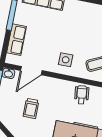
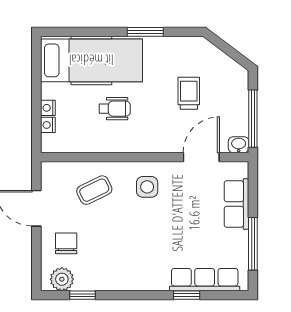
wheelchair: (82, 95) -> (115, 109), moved, turned -83

